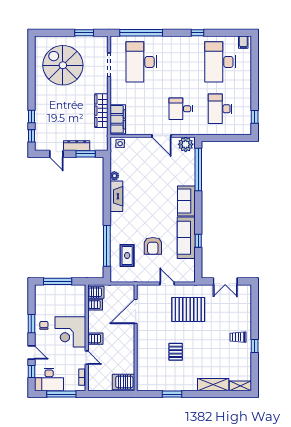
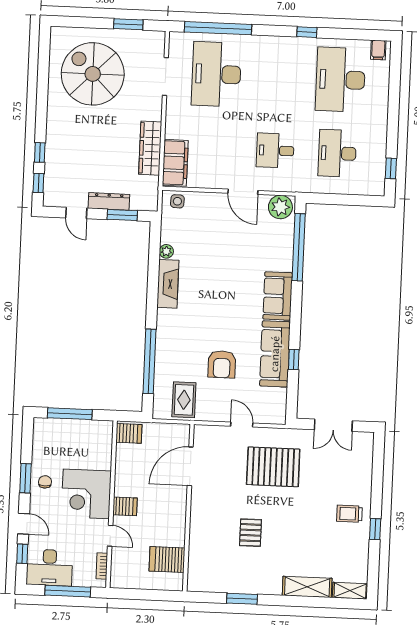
rug: (127, 255) -> (184, 400), moved
server rack: (95, 305) -> (127, 453), removed
server rack: (123, 382) -> (167, 559), moved

